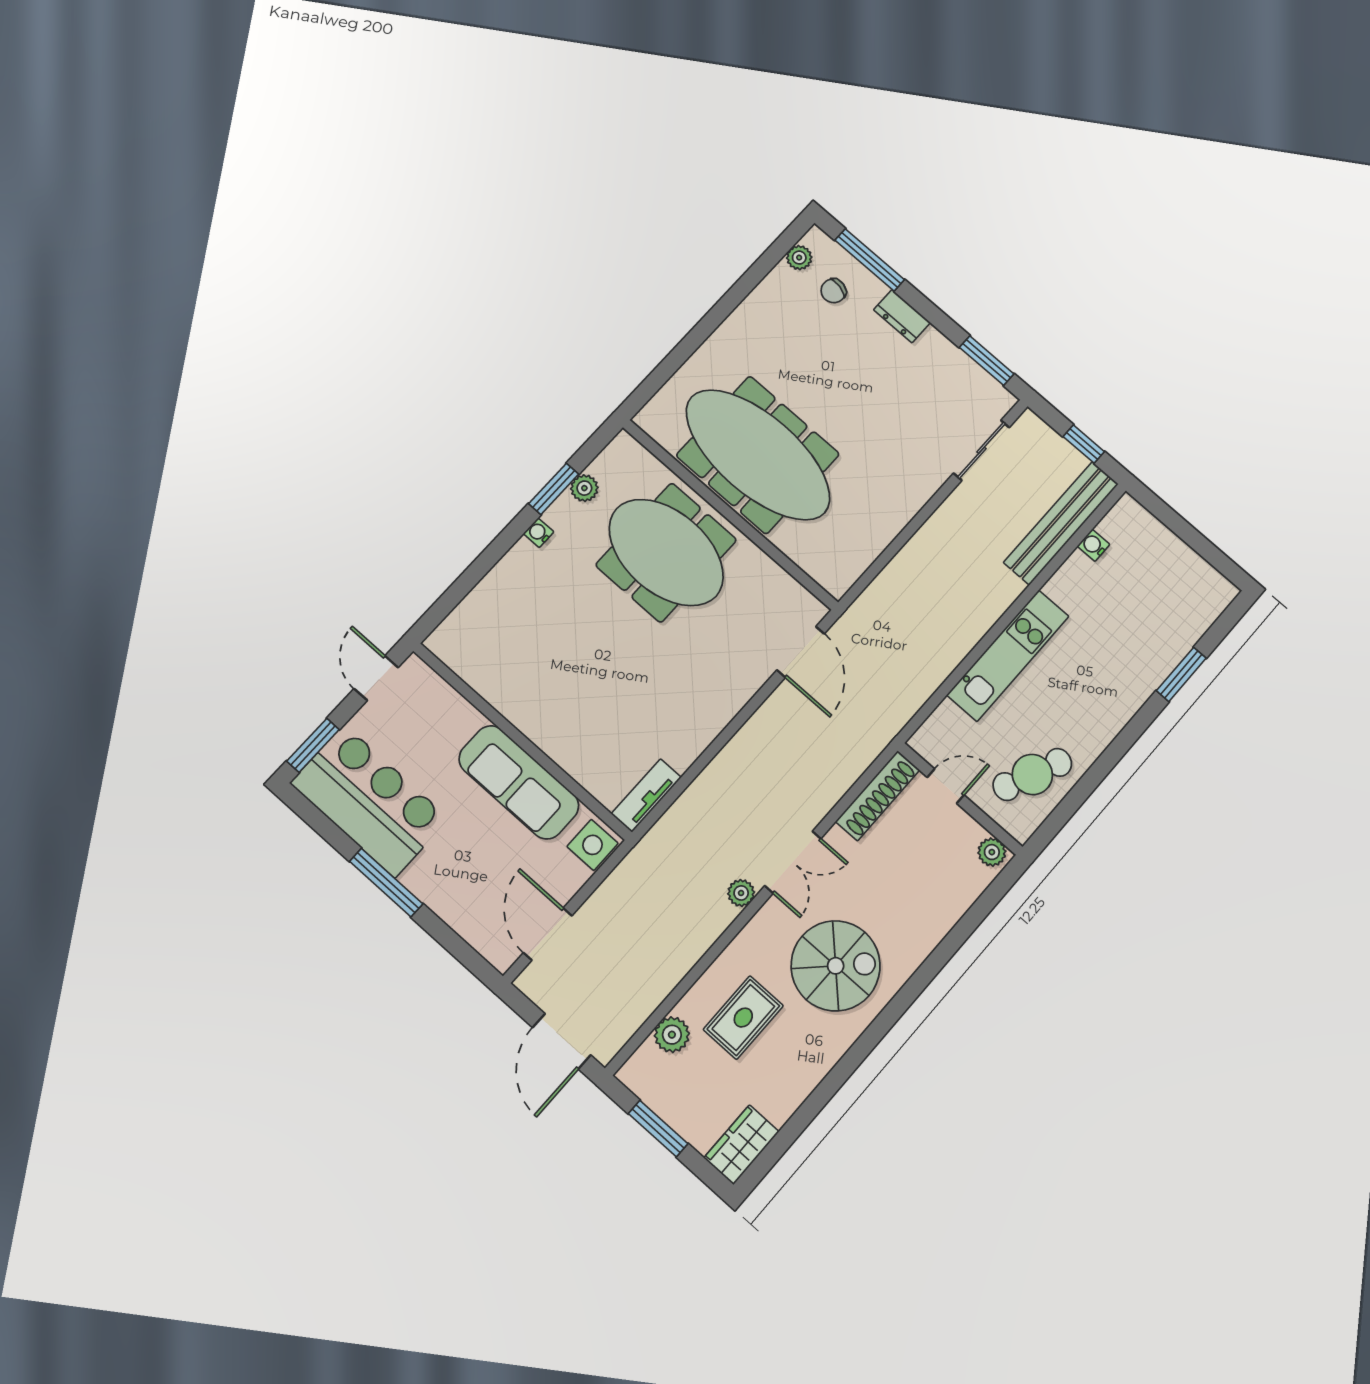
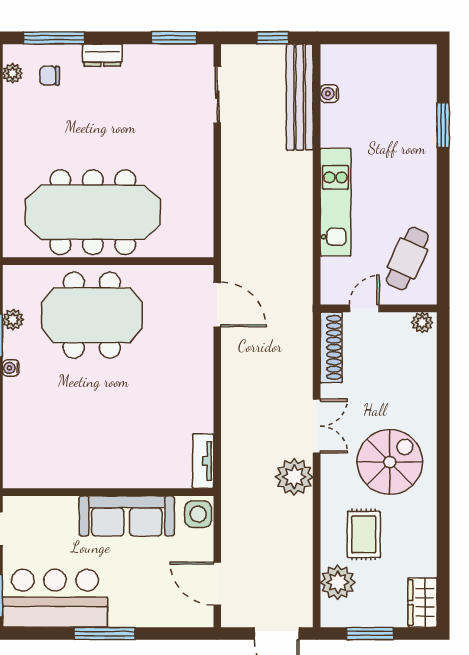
chair: (833, 291) -> (50, 76), turned 77
plant: (741, 893) -> (294, 477), width x1.88, depth x1.88
plant: (672, 1035) -> (338, 582), width x1.36, depth x1.36

